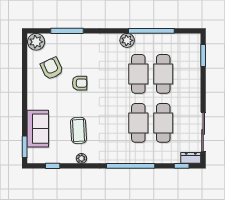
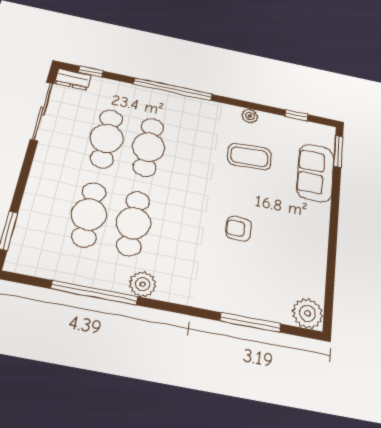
armchair: (52, 68) -> (284, 262), removed
coffee table: (78, 130) -> (249, 157), turned 90

